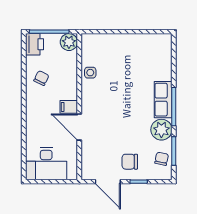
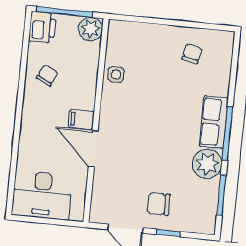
chair: (162, 159) -> (192, 54), moved

